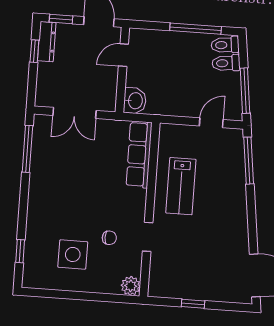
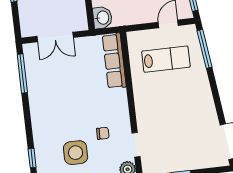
lab bench: (181, 186) -> (166, 59), moved, turned -90
doorway: (148, 237) -> (136, 145), moved

